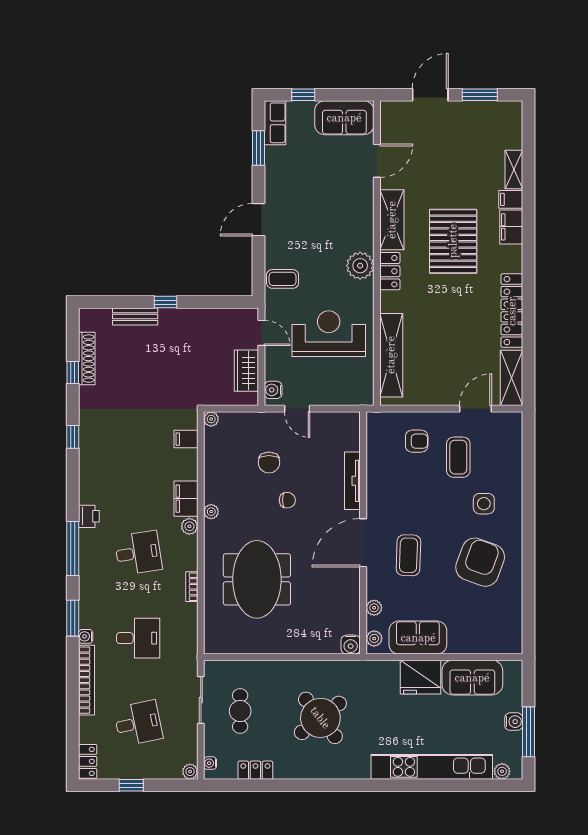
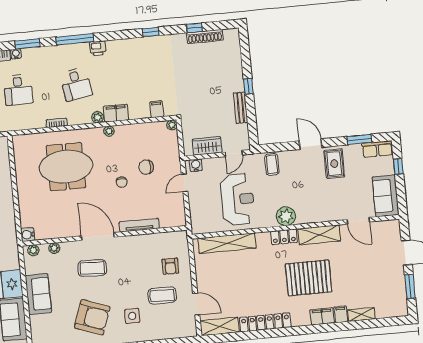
rug: (290, 188) -> (334, 164), added
bench: (135, 317) -> (241, 108), moved
sofa: (418, 638) -> (38, 294), moved

